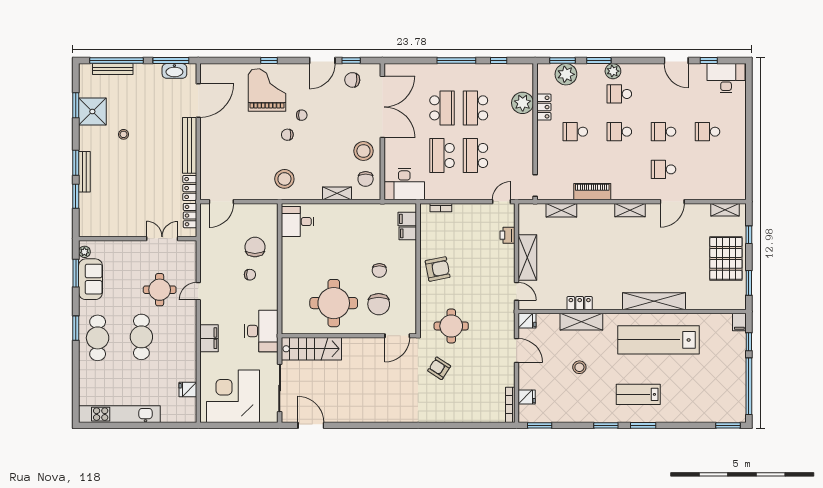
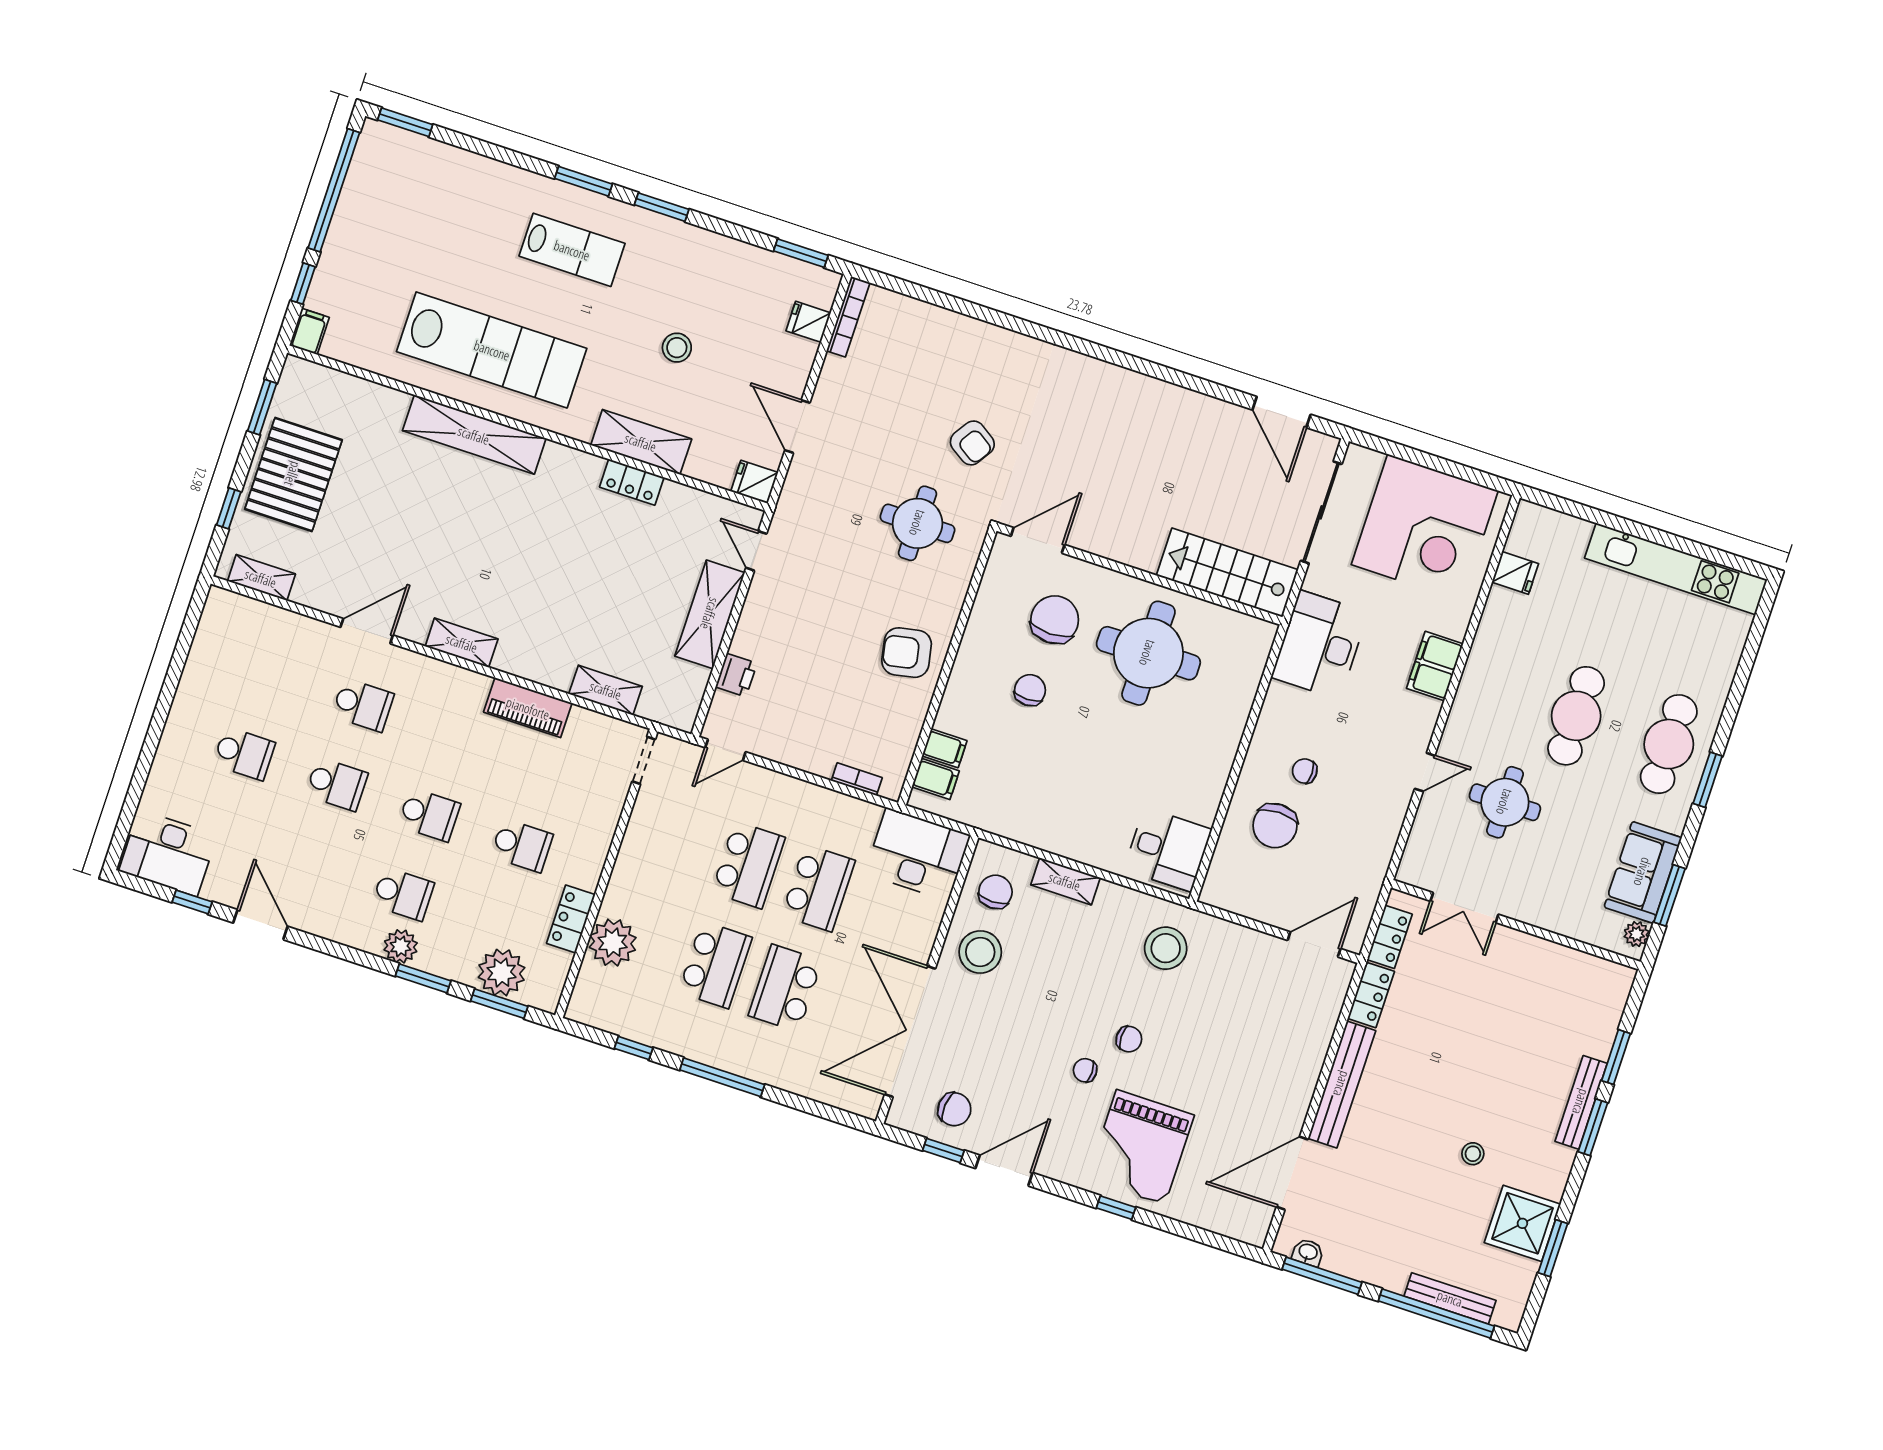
washbasin: (174, 71) -> (1308, 1252), width x0.52, depth x0.69

